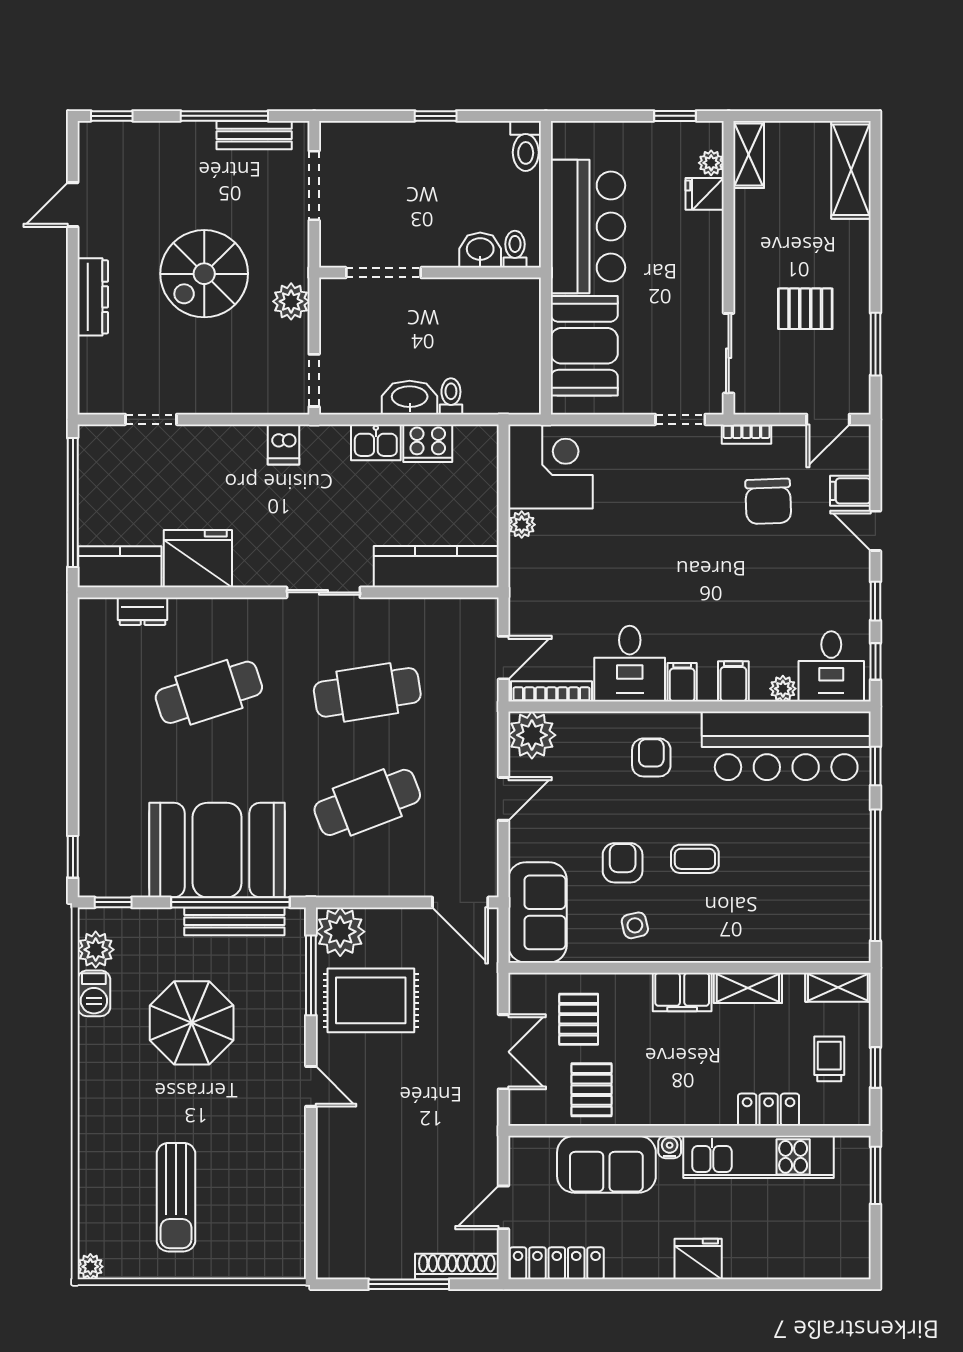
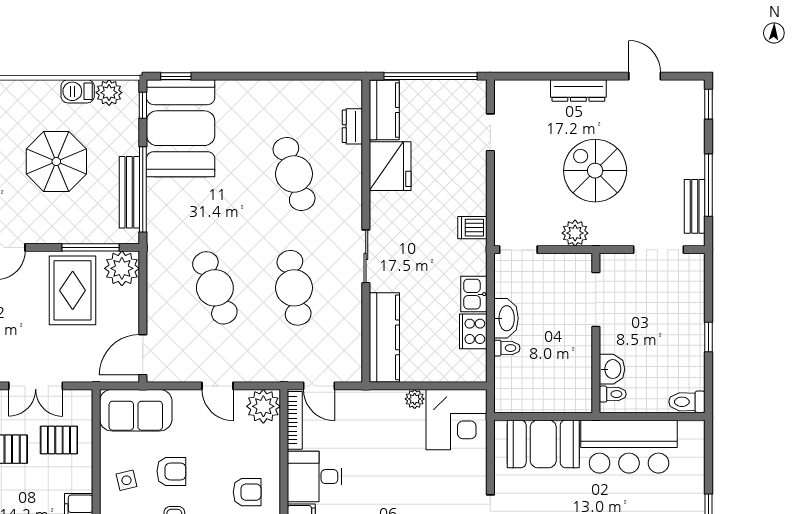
booth: (217, 850) -> (181, 128), moved

